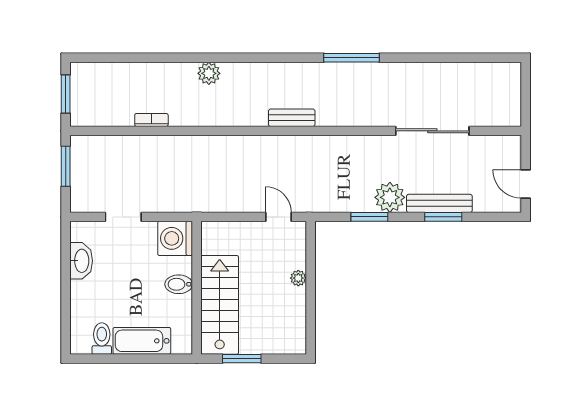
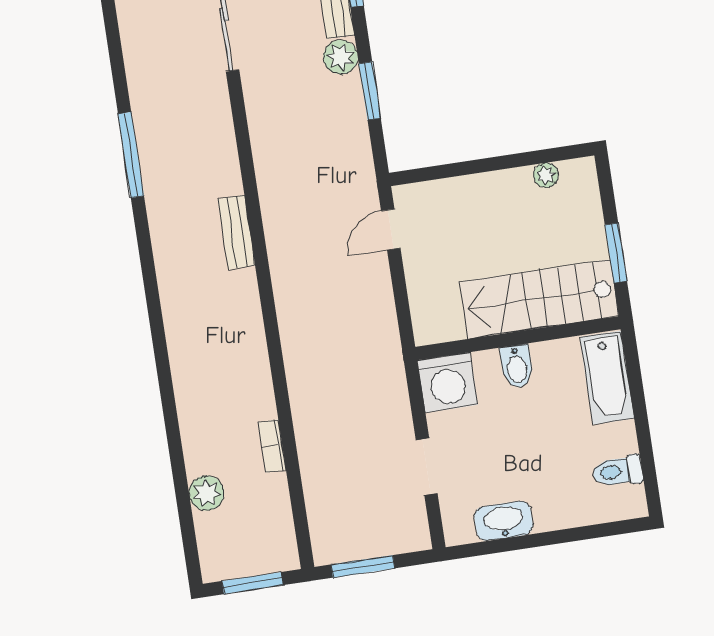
plant: (209, 73) -> (207, 493), moved
plant: (390, 197) -> (341, 57), width x0.73, depth x0.73
plant: (298, 278) -> (546, 175), moved
bathtub: (142, 341) -> (607, 378), moved

